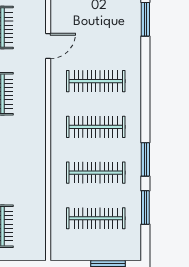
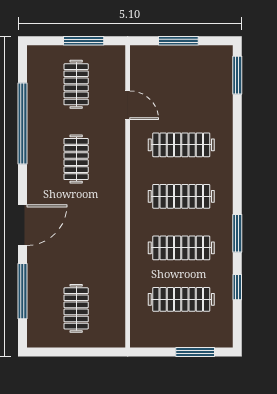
door: (48, 46) -> (128, 105), hinge flipped
window: (145, 207) -> (237, 287), width x0.67

